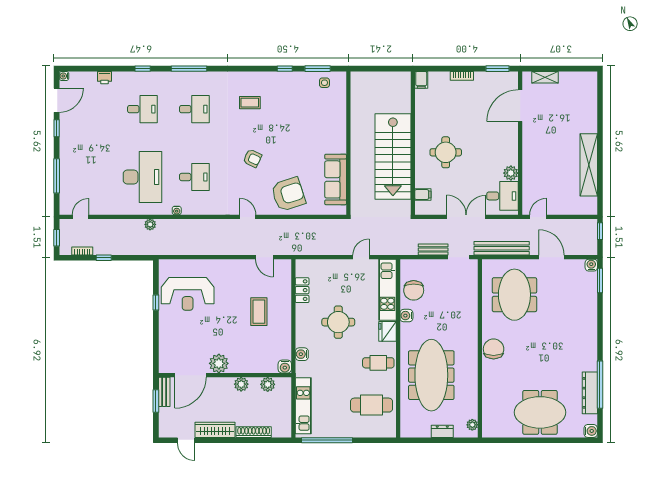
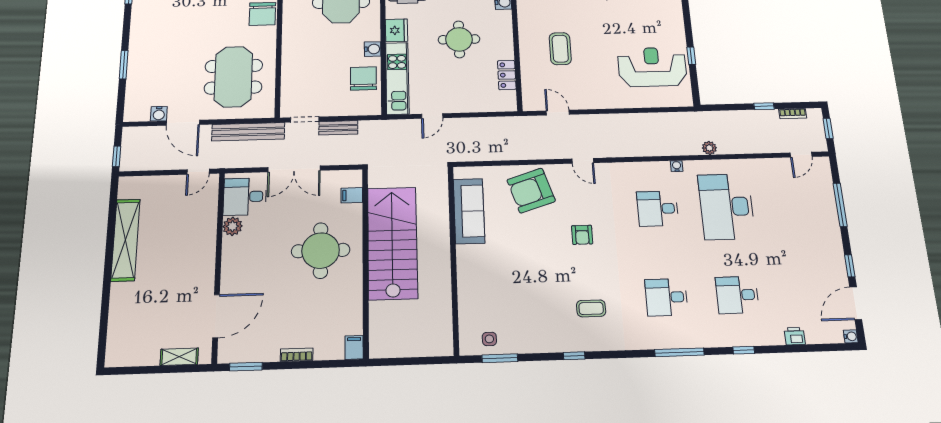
window: (285, 69) -> (574, 356), moved
round table: (446, 152) -> (321, 251), width x1.36, depth x1.36
armchair: (252, 158) -> (582, 235), turned -115
water cooler: (591, 265) -> (159, 114), moved
window: (600, 280) -> (124, 65), moved

